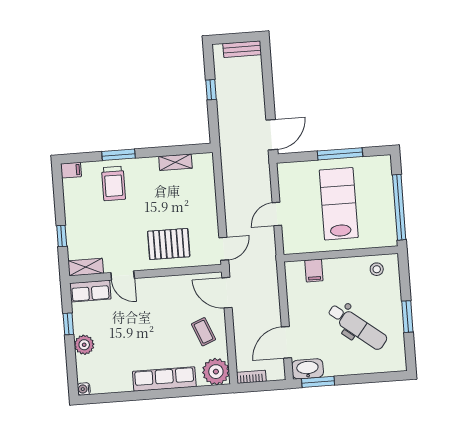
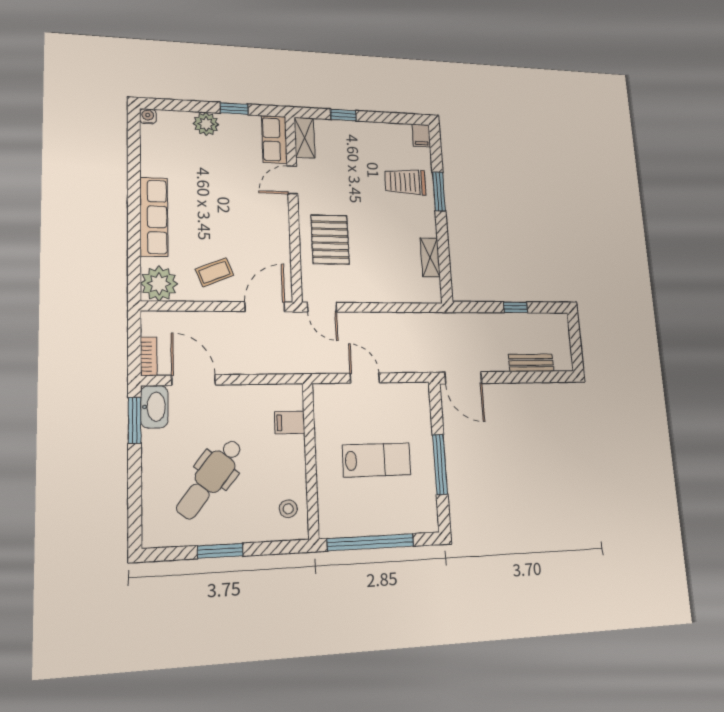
bench: (242, 49) -> (531, 363), moved, turned 90
lab bench: (339, 204) -> (377, 460), width x0.73, depth x0.72
bookcase: (251, 377) -> (149, 356), moved

